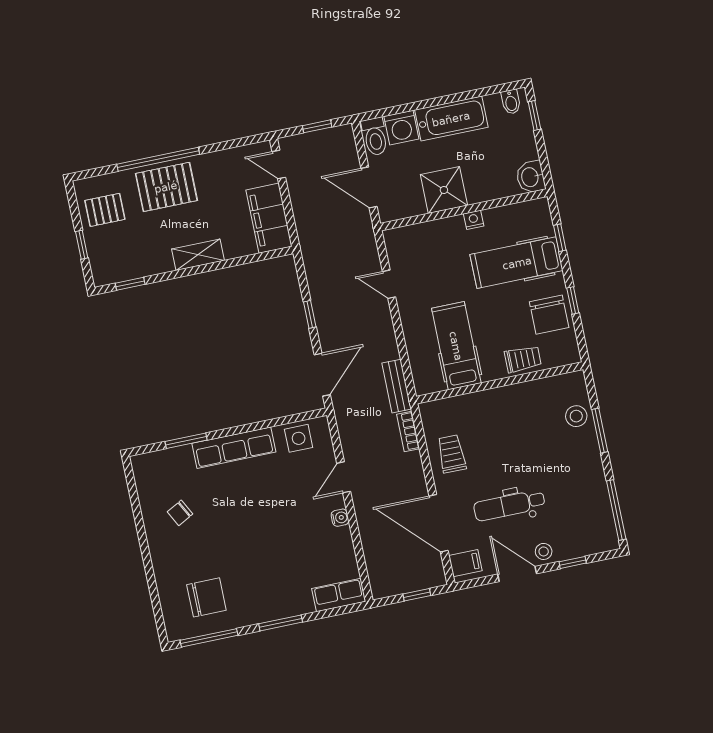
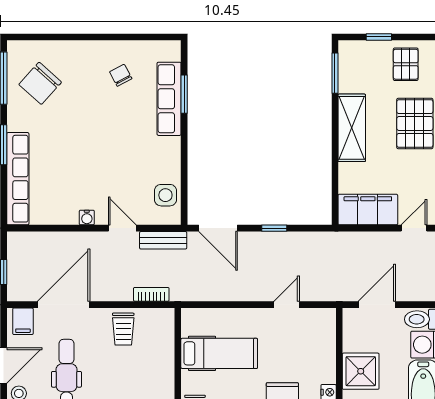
shelving: (198, 255) -> (352, 128), width x1.50, depth x1.33
window: (130, 284) -> (335, 73), width x1.50
bench: (397, 386) -> (163, 240), moved
row of seats: (234, 448) -> (169, 99), moved
trolley: (452, 454) -> (123, 329), turned 90
row of seats: (339, 595) -> (18, 179), width x2.02
chair: (206, 597) -> (40, 83), turned 42

